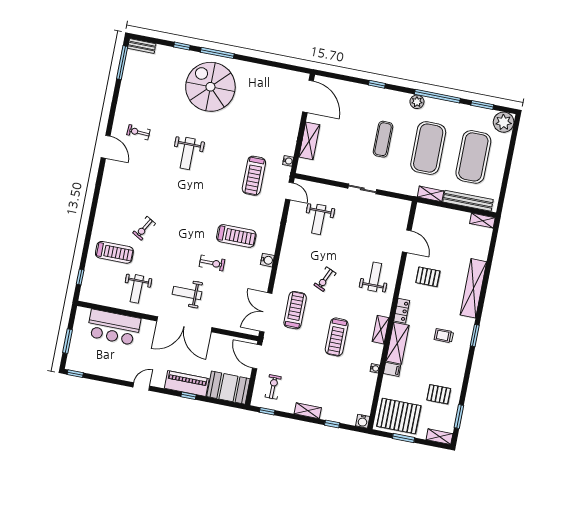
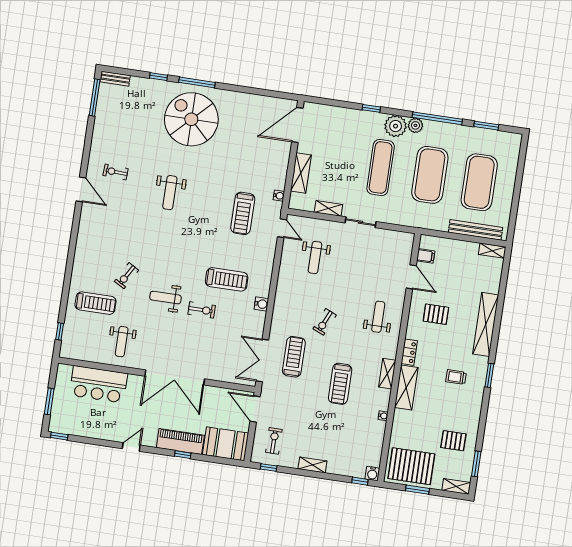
door: (308, 96) -> (297, 125), swing flipped
plant: (504, 122) -> (396, 126), moved
exercise mat: (383, 139) -> (381, 168), width x1.36, depth x1.45
shelving: (431, 194) -> (328, 209), moved
weight bench: (187, 293) -> (166, 298), moved
filing cabinet: (392, 369) -> (426, 256), moved
window: (332, 424) -> (360, 481), moved

